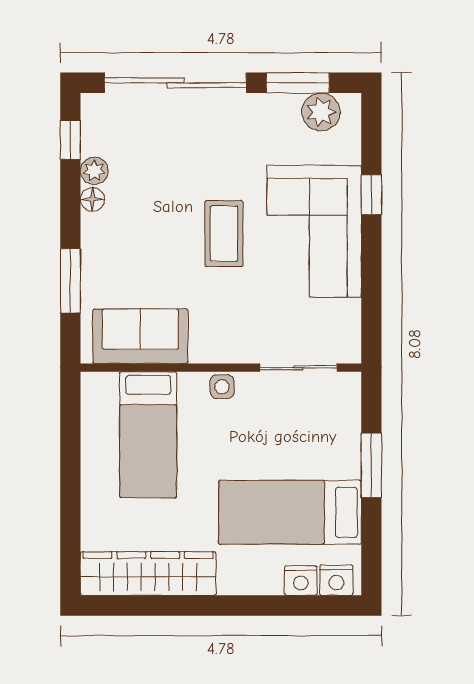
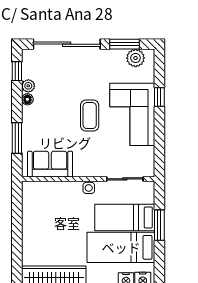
bed: (148, 435) -> (125, 217), moved, turned 90

